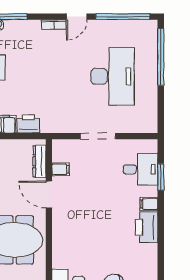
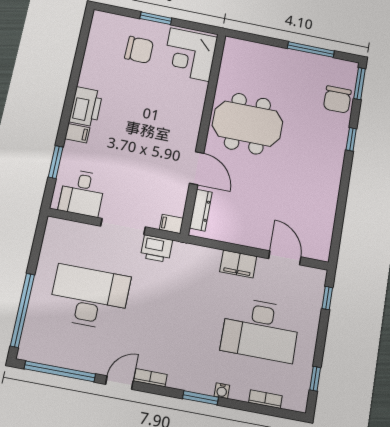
desk: (112, 76) -> (89, 297), turned 90
printer: (28, 124) -> (156, 249), moved
filing cabinet: (60, 169) -> (171, 224), moved
desk: (140, 169) -> (82, 193), moved, turned -90

